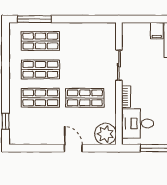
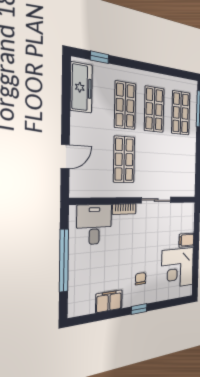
plant: (105, 134) -> (82, 184), removed
freezer: (31, 136) -> (81, 88), added
door: (73, 148) -> (65, 157), moved

